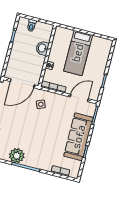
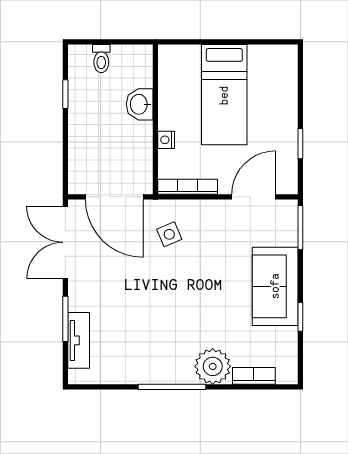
door: (22, 83) -> (114, 197), hinge flipped
sofa: (79, 137) -> (275, 286), width x0.73
plant: (17, 156) -> (213, 366), moved

